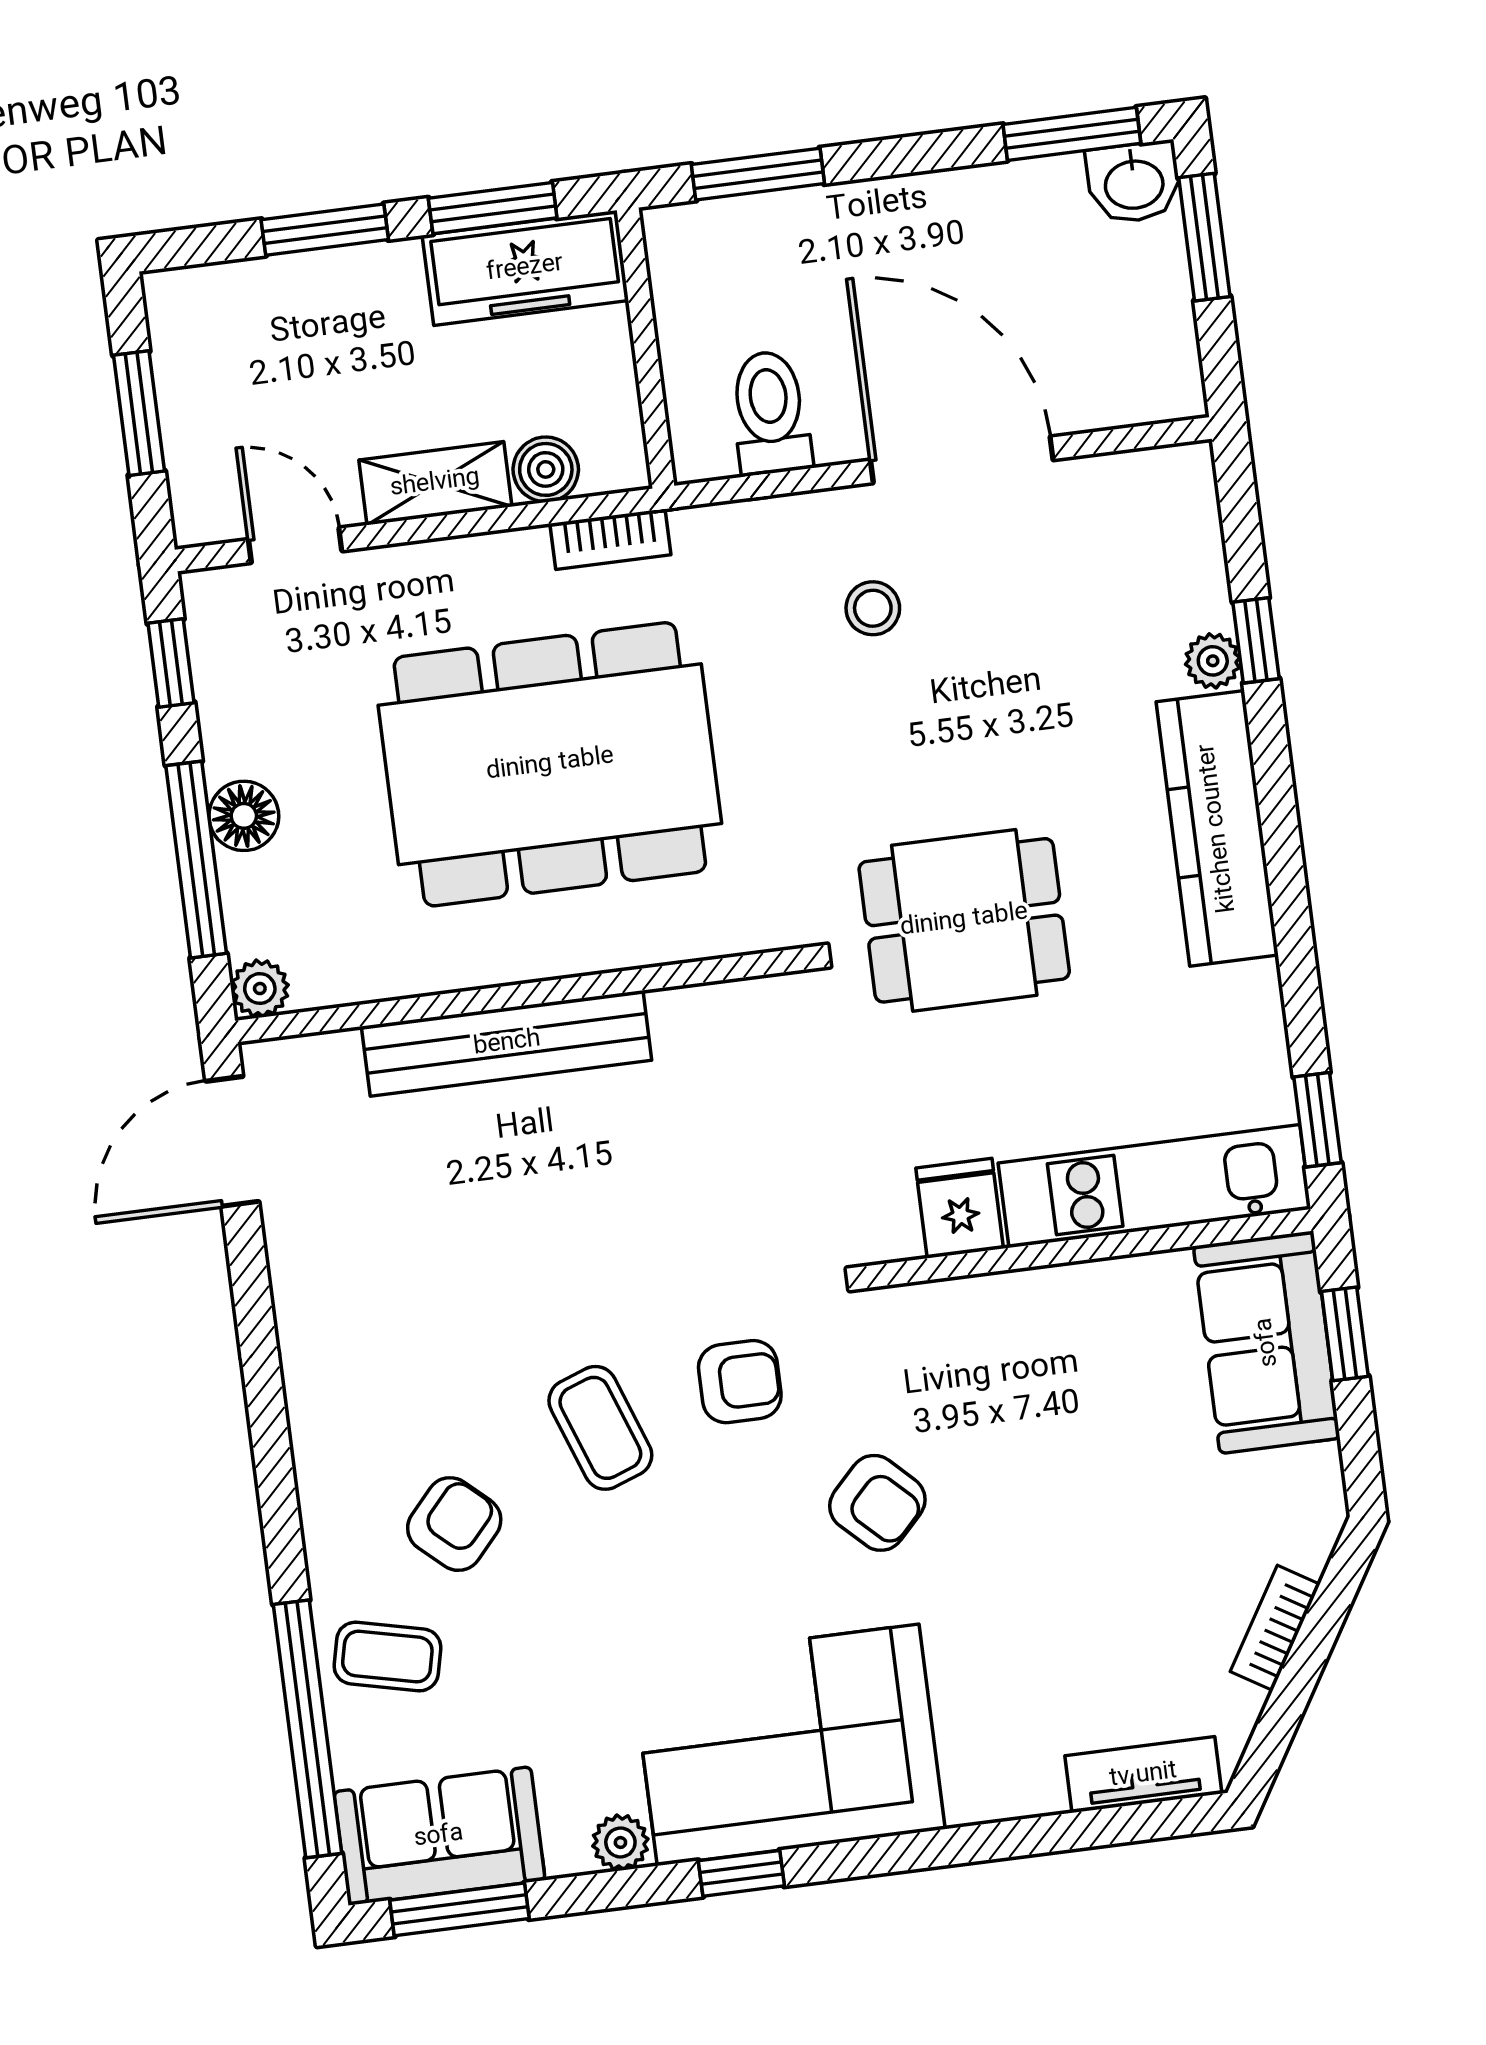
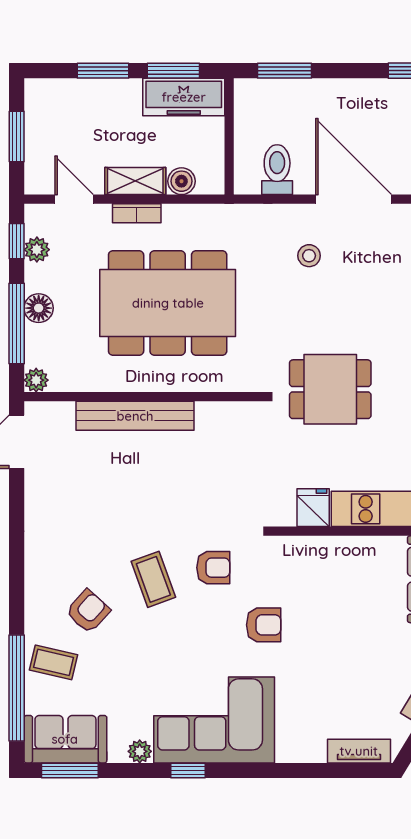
bookcase: (610, 539) -> (137, 213), moved
plant: (221, 677) -> (37, 250), added
armchair: (877, 1503) -> (264, 625), turned -44

